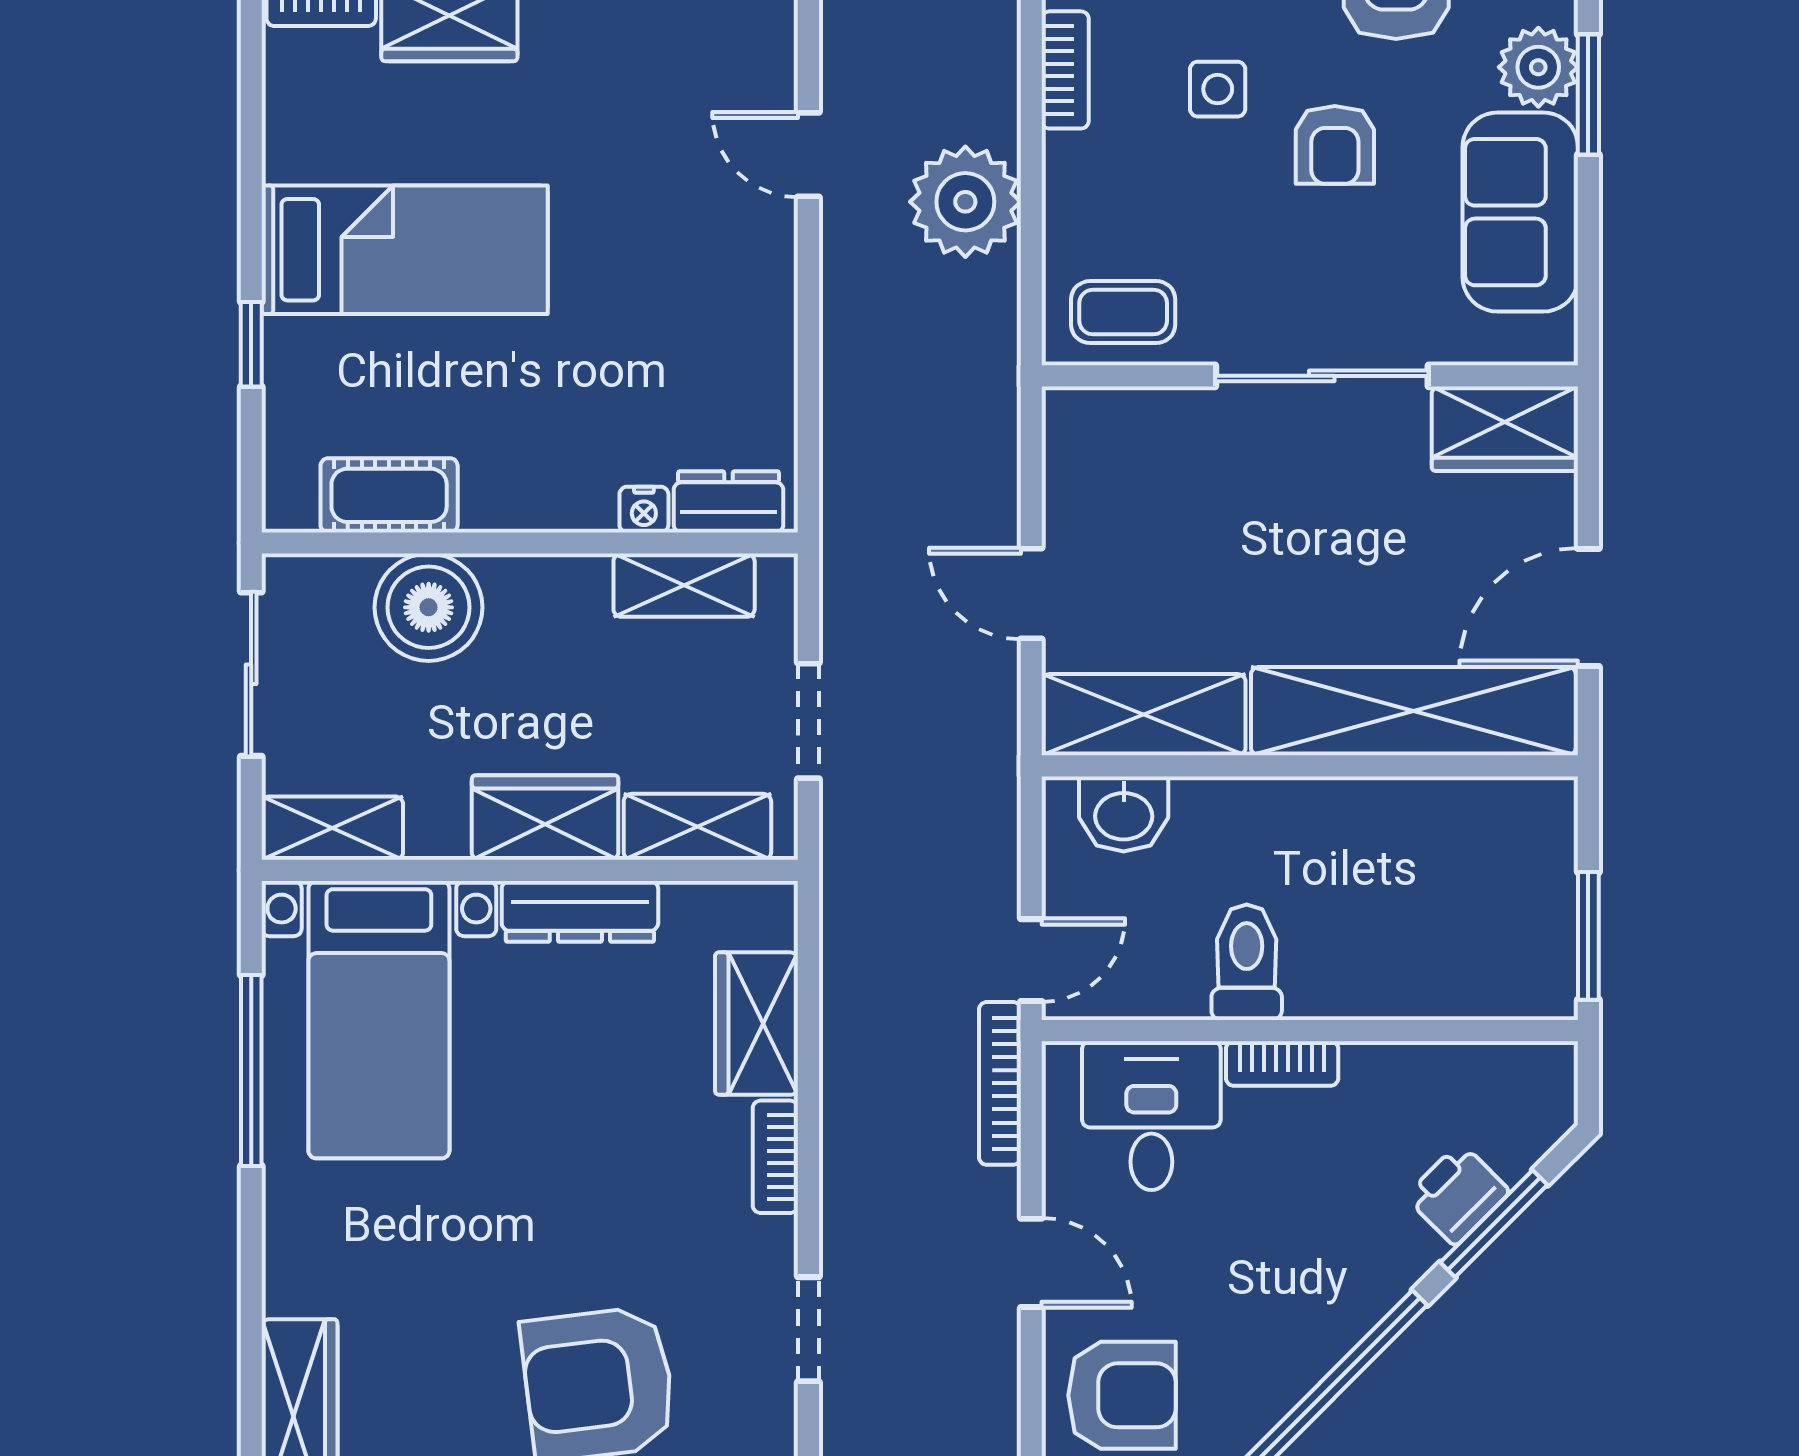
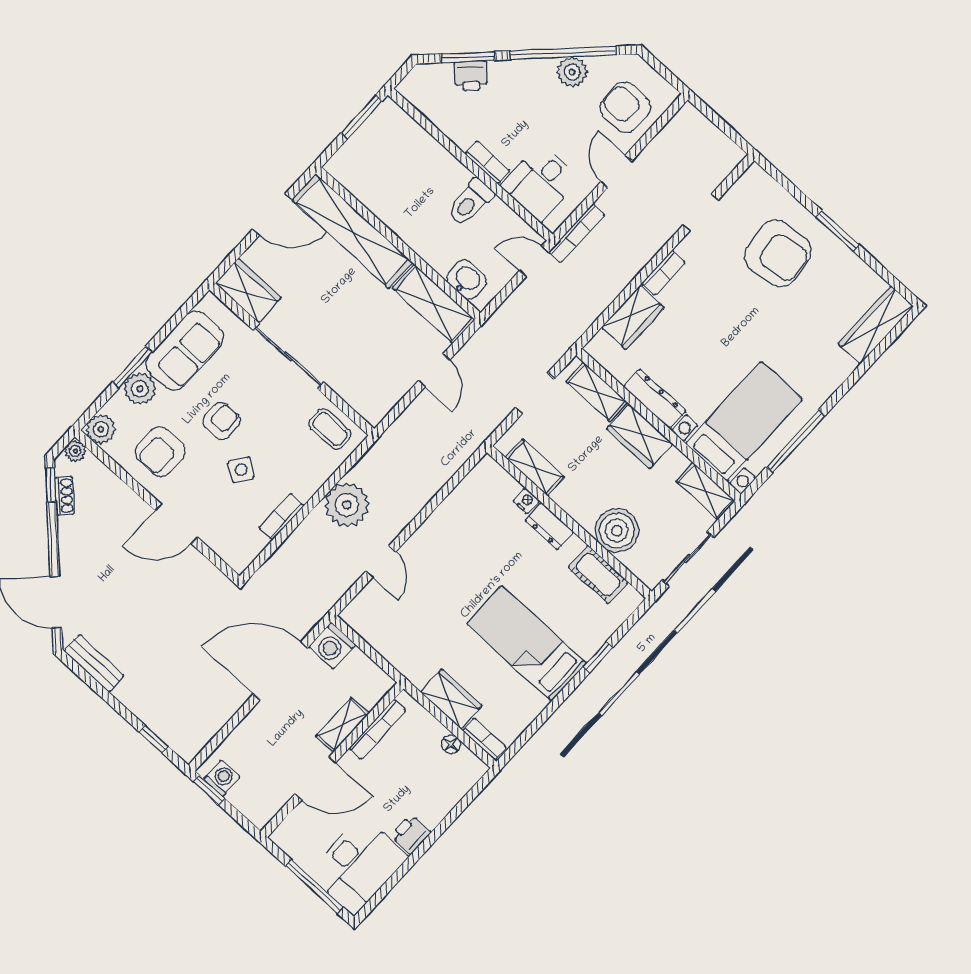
side table: (1218, 89) -> (241, 470), turned 35
dresser: (729, 502) -> (549, 526), moved
plant: (1279, 1371) -> (572, 72), added

